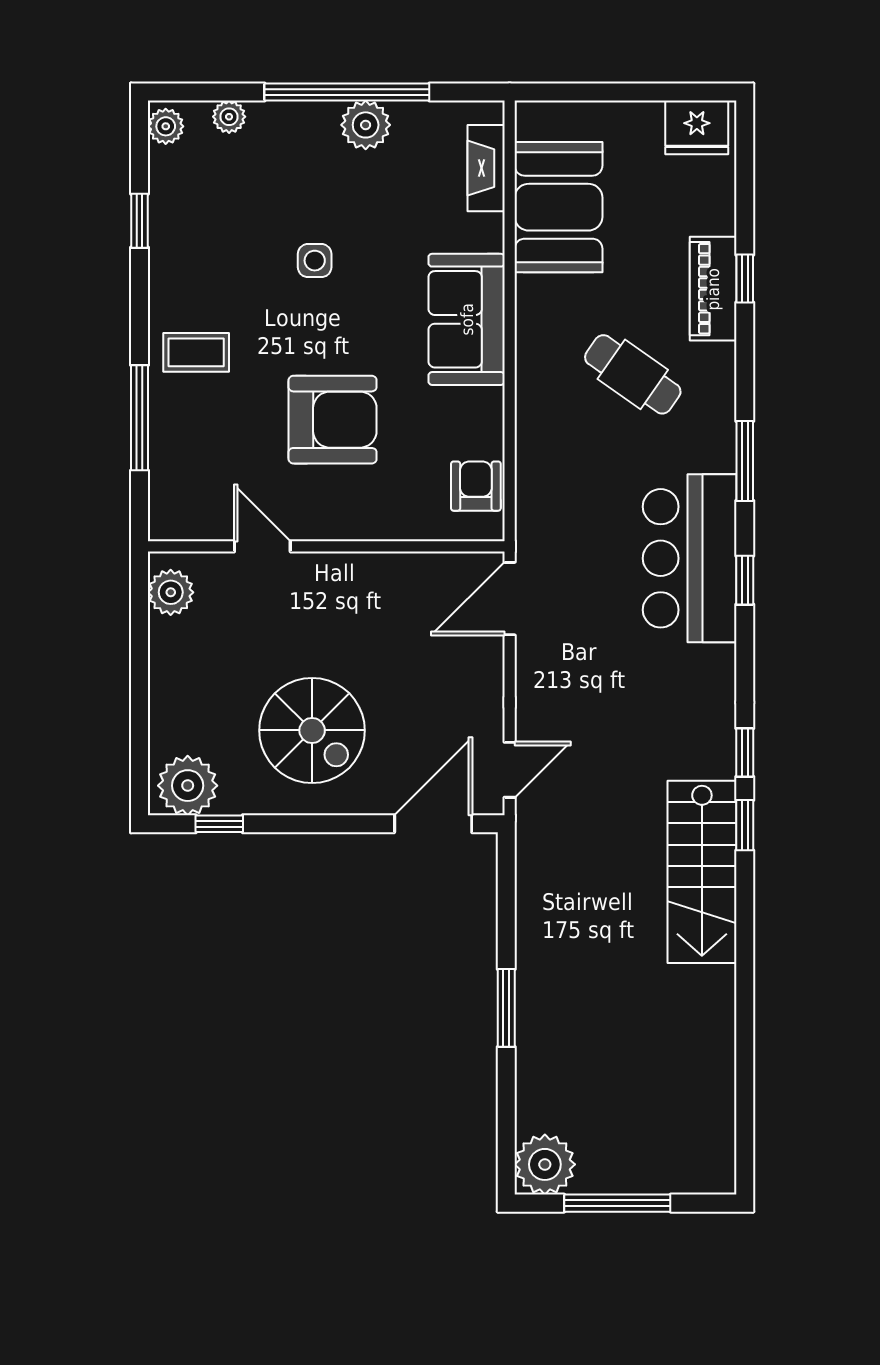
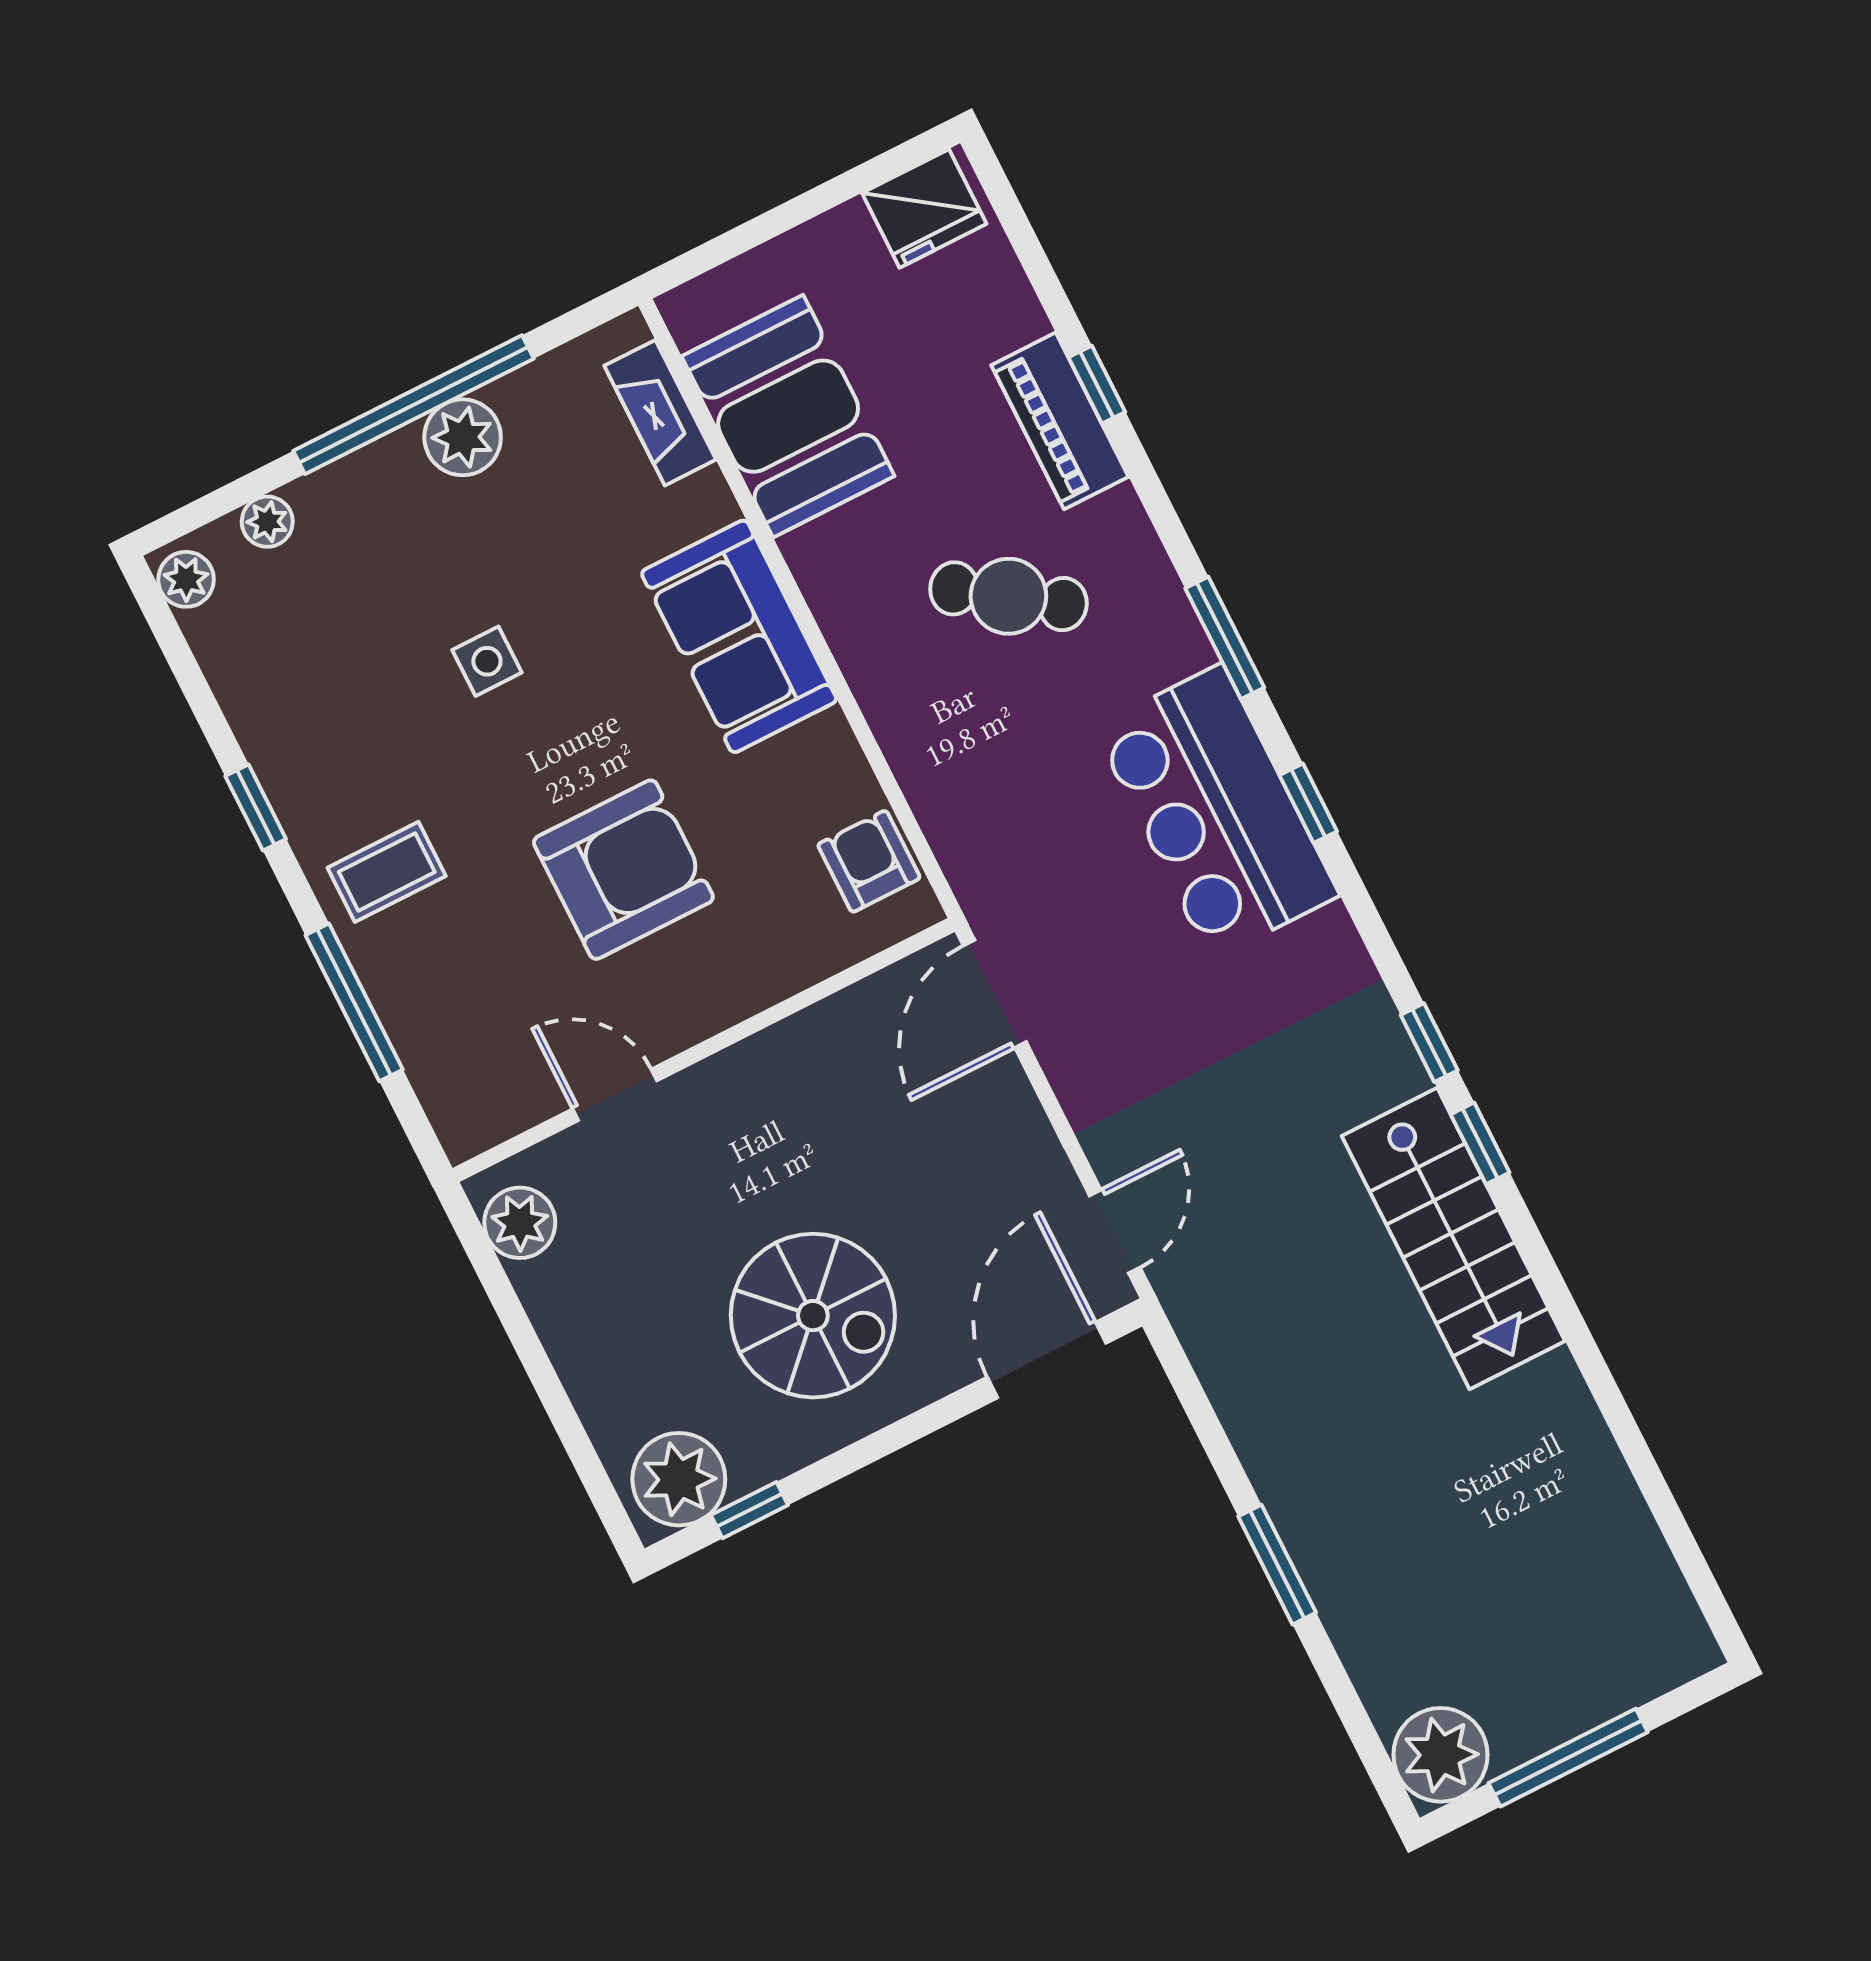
window: (140, 221) -> (256, 807), moved

